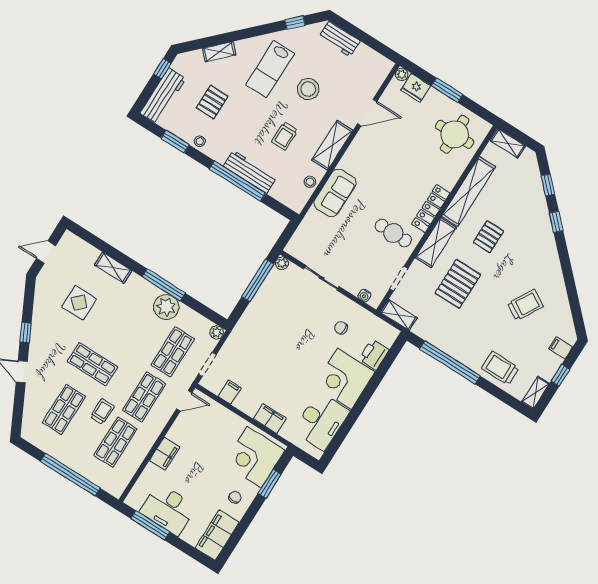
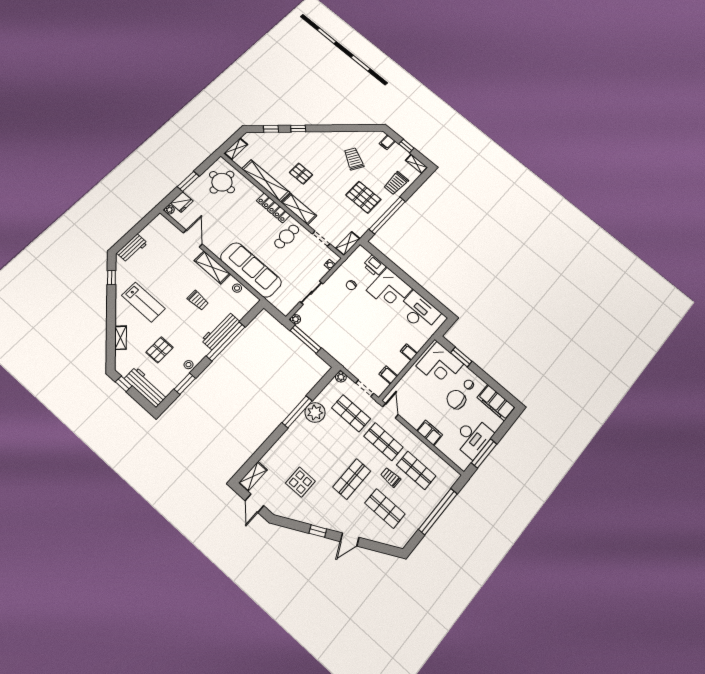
stool: (308, 89) -> (165, 277), removed
pallet: (212, 102) -> (159, 350), turned 90
sofa: (335, 193) -> (251, 270), width x1.85, depth x1.27
shelving: (113, 268) -> (253, 476), moved
pallet: (458, 284) -> (363, 197), moved
filing cabinet: (270, 419) -> (409, 352), width x0.50
chair: (213, 483) -> (456, 400), added

